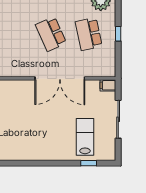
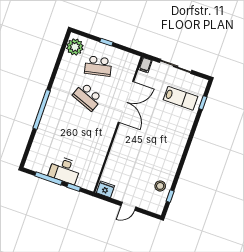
school desk: (51, 34) -> (88, 97), turned 45
lab bench: (85, 137) -> (180, 98), turned 180

